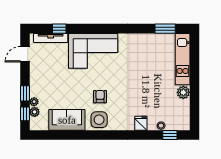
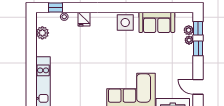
door: (25, 54) -> (198, 87), swing flipped
plant: (183, 92) -> (42, 33), moved
armchair: (100, 97) -> (124, 45), removed

